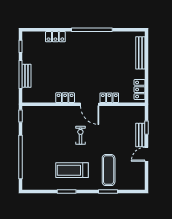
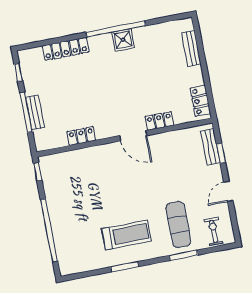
locker: (55, 37) -> (66, 49), width x1.53
shower: (95, 38) -> (123, 40), added
bench: (140, 53) -> (191, 49), width x0.73
locker: (65, 98) -> (81, 136), moved
exercise bike: (80, 135) -> (214, 231), moved
bench: (140, 135) -> (211, 147), moved
treadmill: (72, 170) -> (126, 235), turned 180

